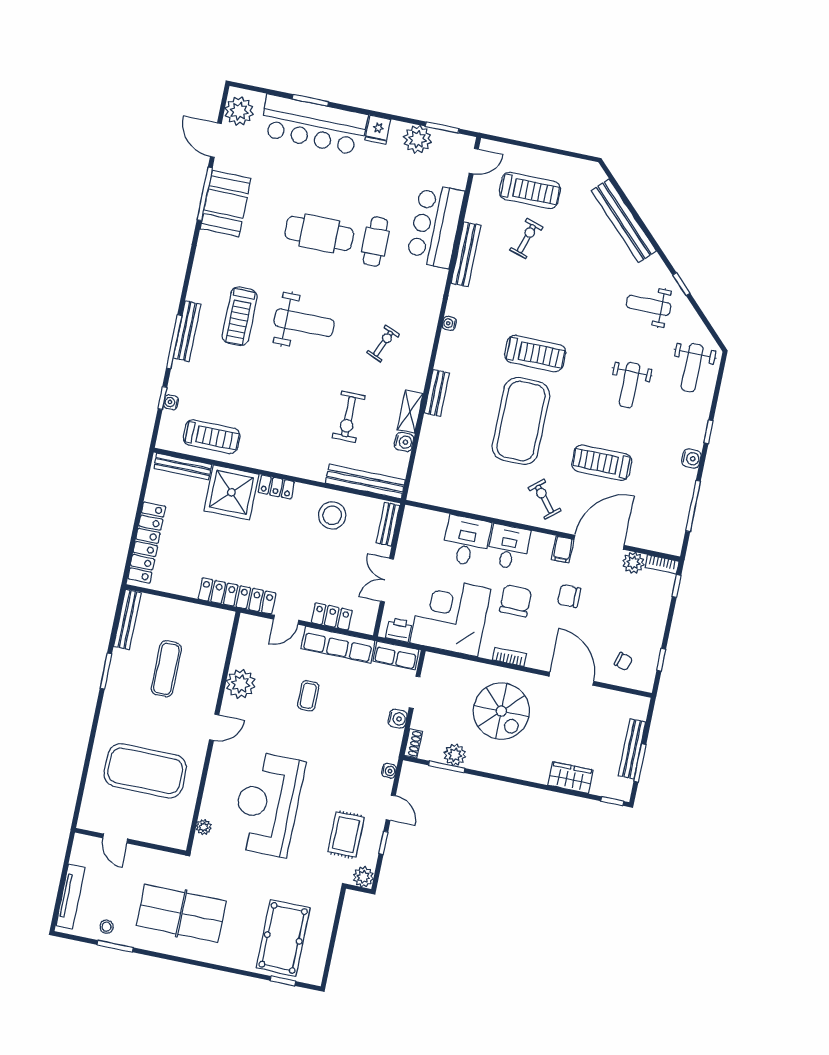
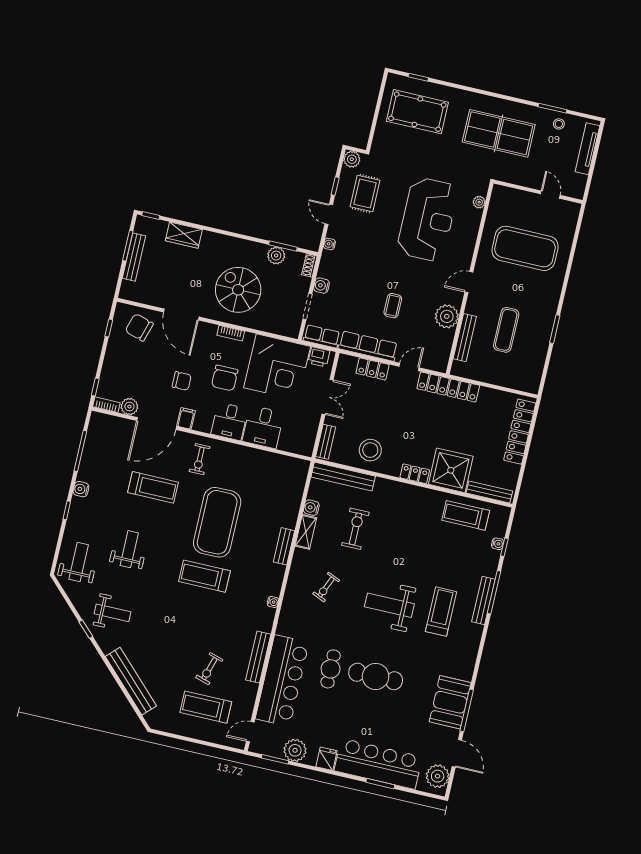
bar counter: (435, 226) -> (282, 681), width x1.36
exercise bike: (545, 499) -> (200, 459), turned 40
bench: (127, 620) -> (465, 338), moved
chair: (623, 662) -> (139, 327), width x1.87, depth x1.87
pool table: (283, 938) -> (417, 112), turned 90

